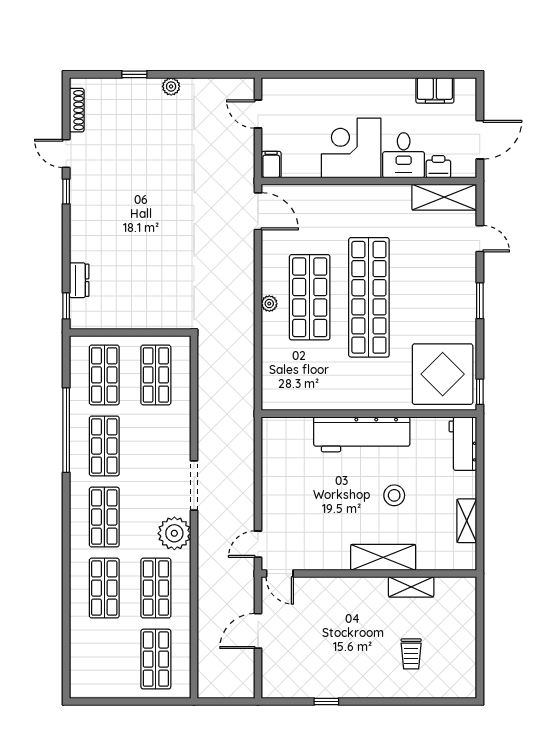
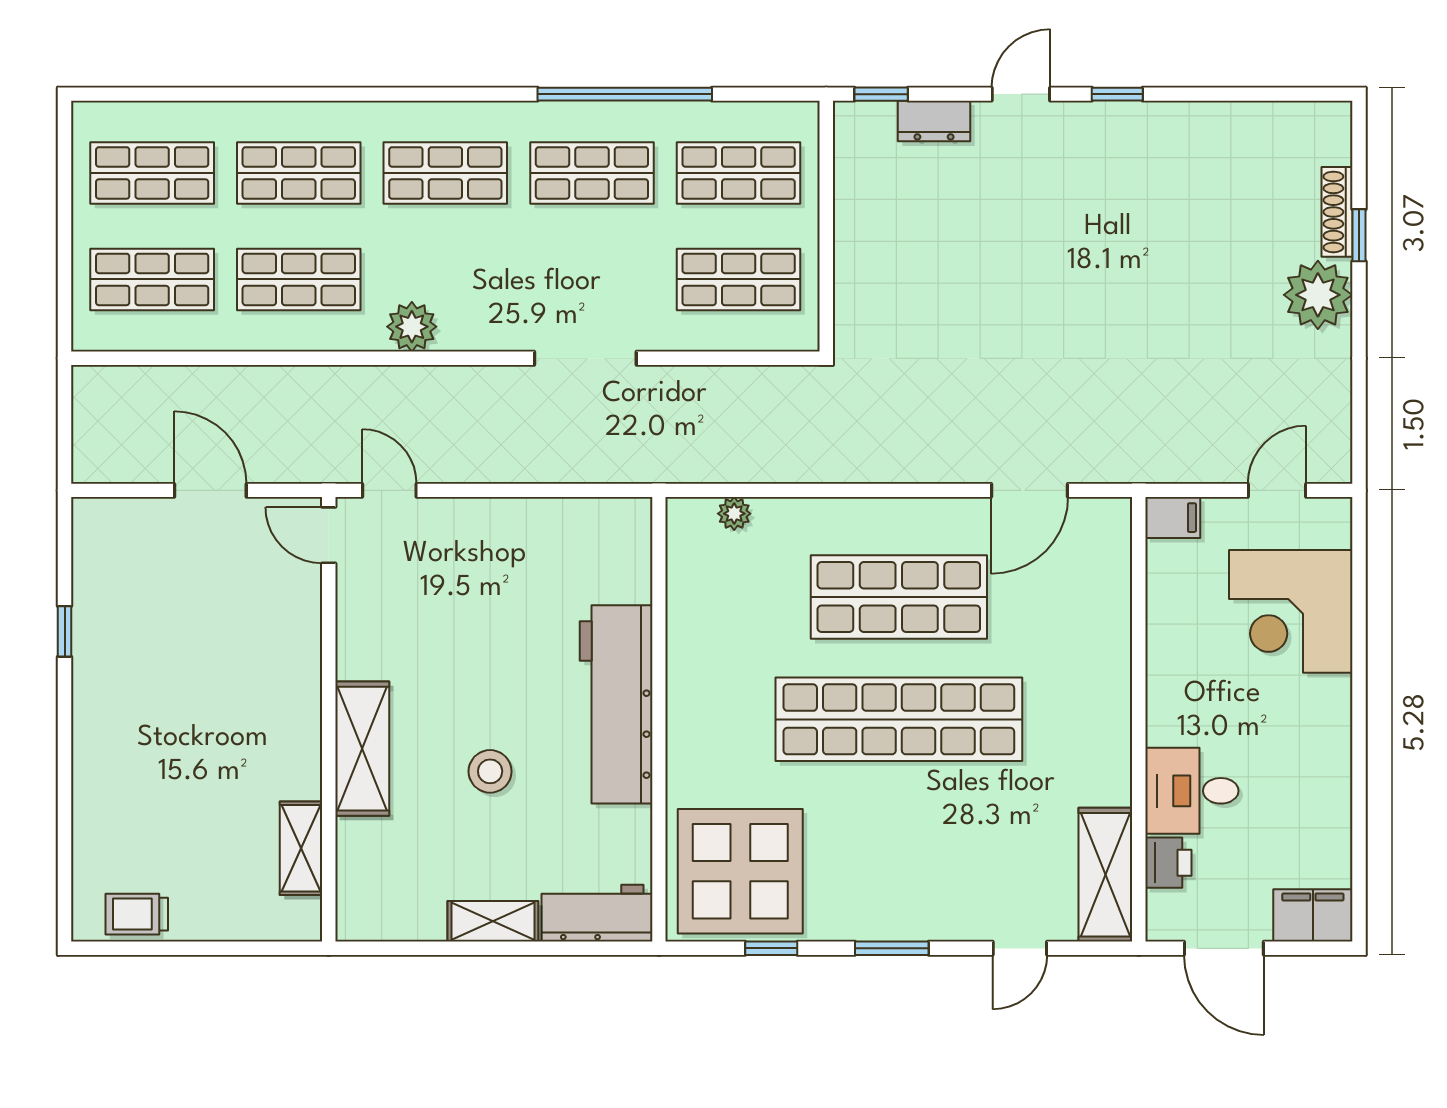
plant: (171, 86) -> (1318, 295), width x1.88, depth x1.88
filing cabinet: (435, 90) -> (1313, 915), moved, turned 90
shoe rack: (77, 110) -> (1337, 212), moved, turned 90
corner desk: (351, 148) -> (1291, 611), moved, turned 180
door: (66, 153) -> (1021, 94), moved
door: (258, 211) -> (1030, 490), moved
plant: (269, 304) -> (734, 514), moved
window: (480, 392) -> (771, 948), moved
doorway: (194, 485) -> (585, 358), moved
shelving: (467, 521) -> (493, 921), moved
plant: (174, 533) -> (412, 327), width x0.73, depth x0.73
door: (280, 574) -> (329, 535), hinge flipped
shelving: (411, 587) -> (301, 848), moved
trolley: (411, 654) -> (137, 914), moved
shop shelf: (104, 659) -> (152, 173), added

